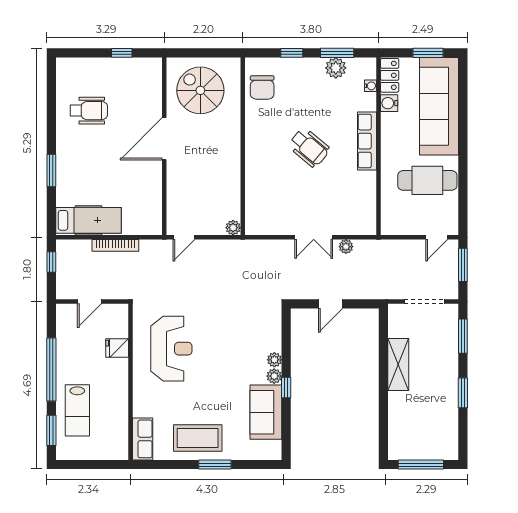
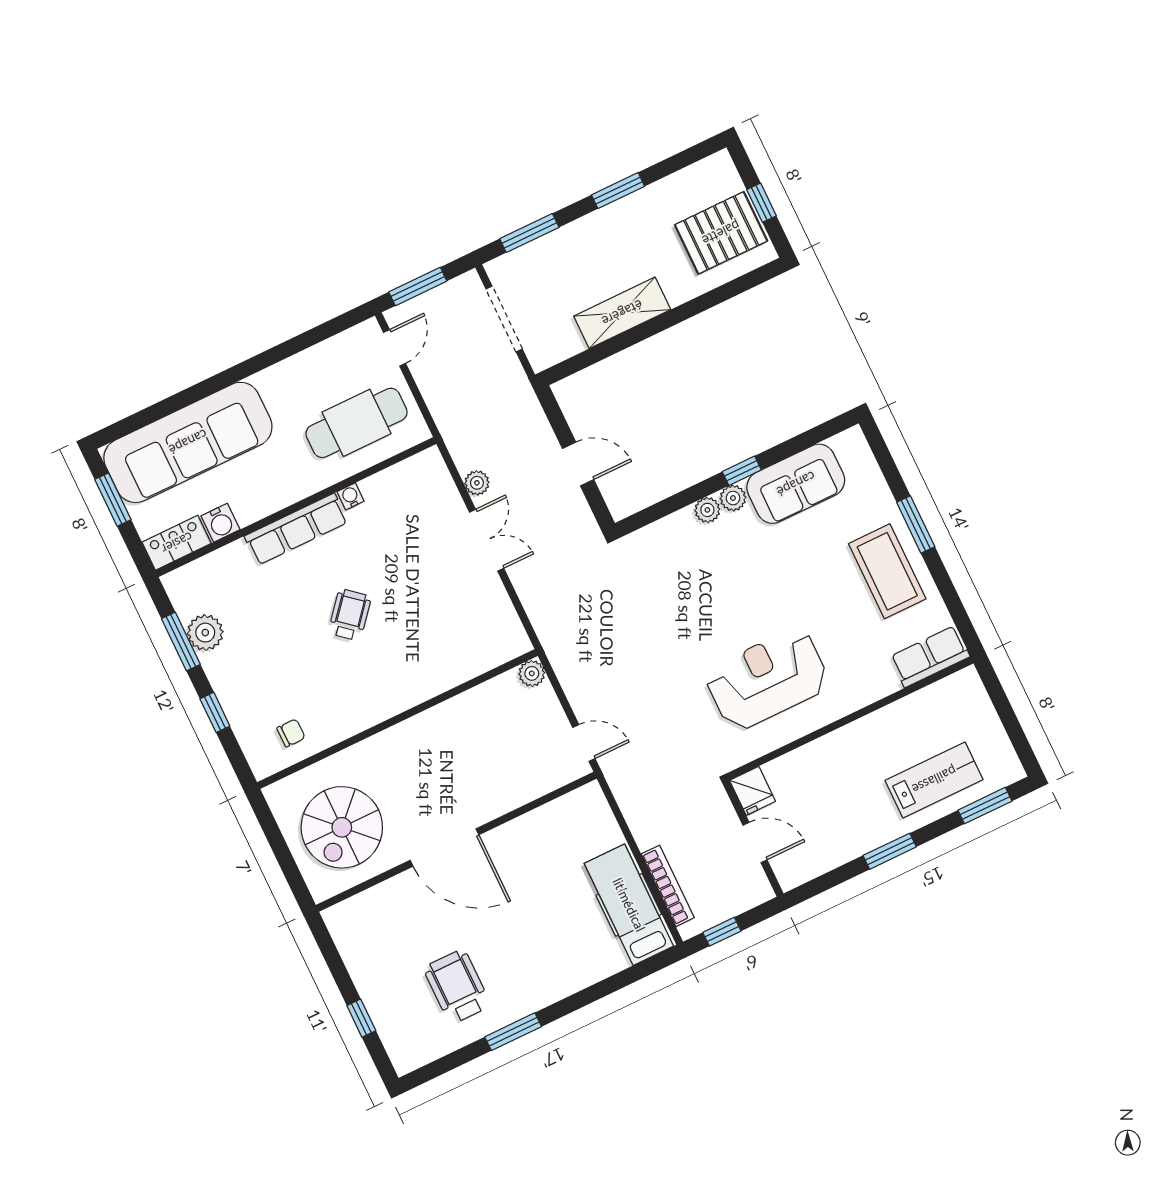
window: (122, 53) -> (361, 1018), moved
water cooler: (370, 86) -> (351, 496), moved
chair: (262, 87) -> (291, 733), width x0.54, depth x0.54
wheelchair: (309, 147) -> (350, 615), width x0.73, depth x0.73
window: (51, 170) -> (513, 1032), moved
cafe table: (427, 180) -> (357, 423), moved, turned 90
door: (437, 237) -> (395, 348), hinge flipped
bookcase: (115, 245) -> (668, 886), moved
fridge: (117, 348) -> (752, 791), moved
window: (51, 370) -> (890, 851), width x0.47
pallet: (415, 436) -> (721, 233), added
window: (421, 465) -> (762, 203), width x0.46

